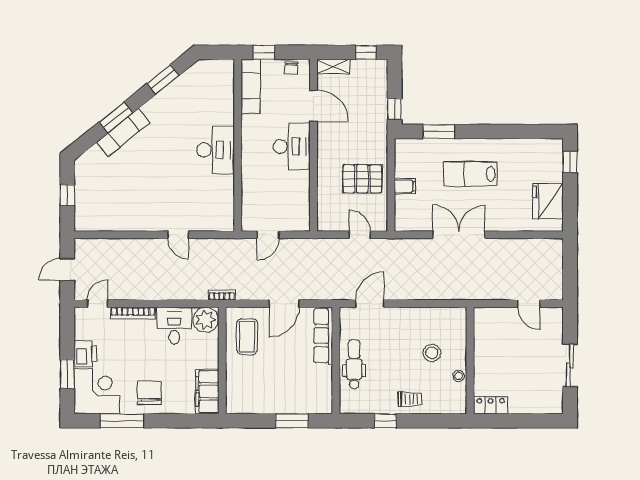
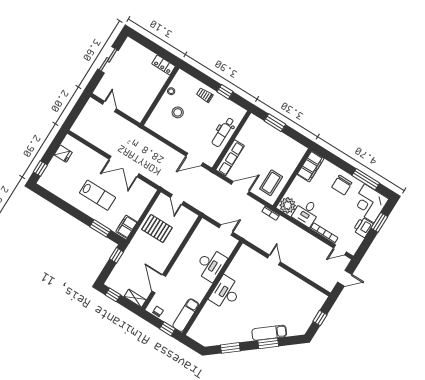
desk: (292, 146) -> (211, 265), moved, turned 180
filing cabinet: (405, 186) -> (127, 227), moved, width x2.00
fridge: (548, 201) -> (63, 154), width x0.53, depth x0.75

